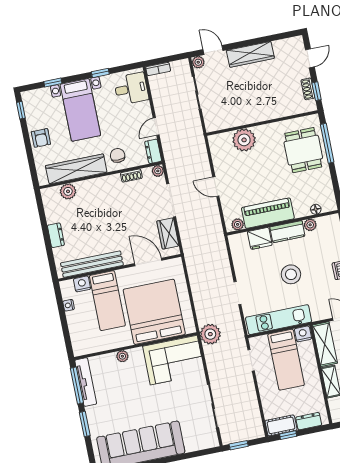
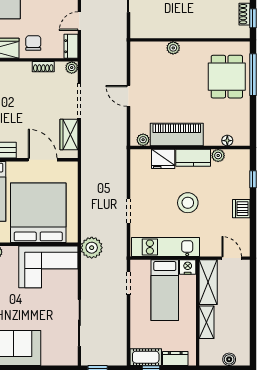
plant: (244, 140) -> (173, 48), width x0.53, depth x0.53

